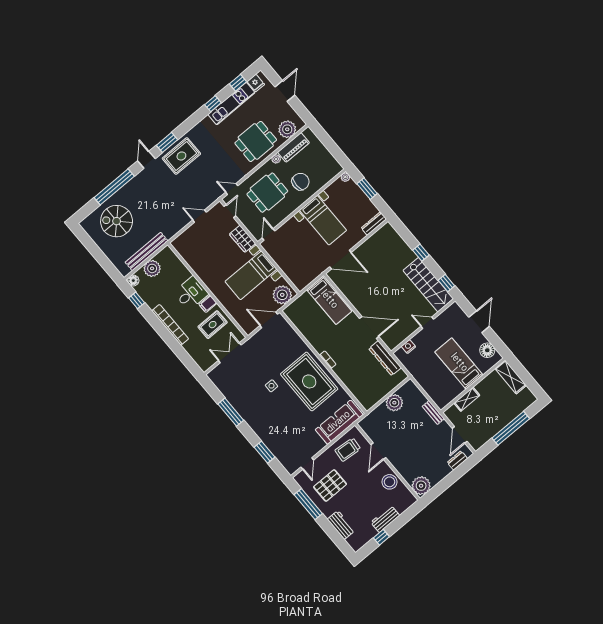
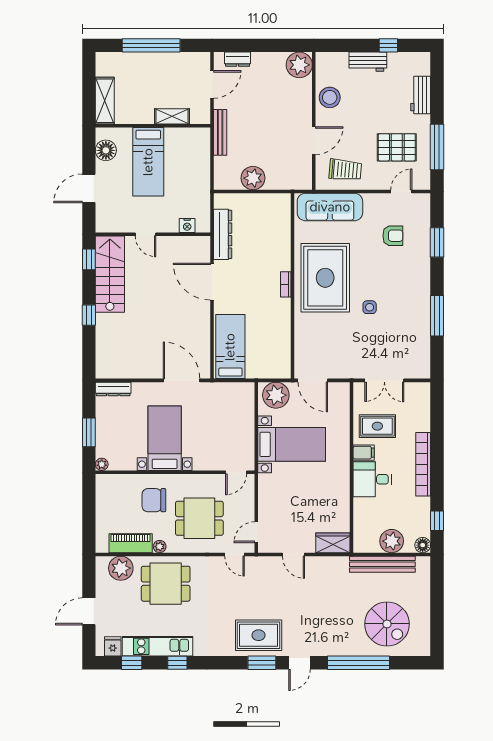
wardrobe: (242, 239) -> (333, 543), moved, turned -90
bench: (433, 413) -> (220, 132), width x1.36
armchair: (292, 436) -> (393, 236), added

